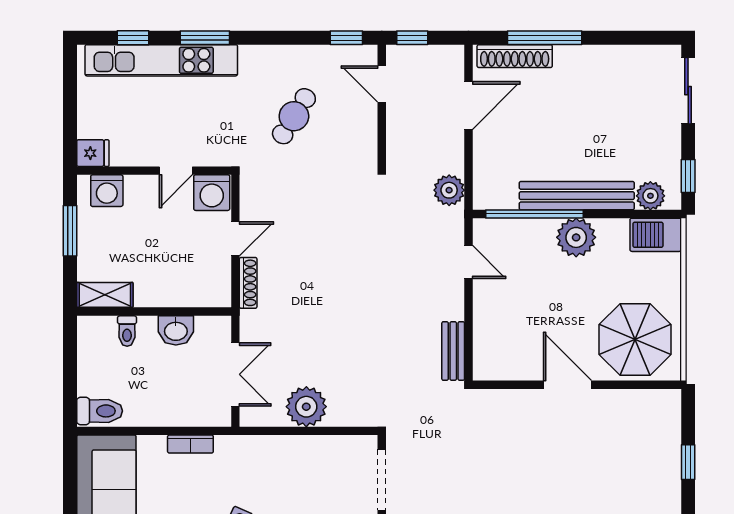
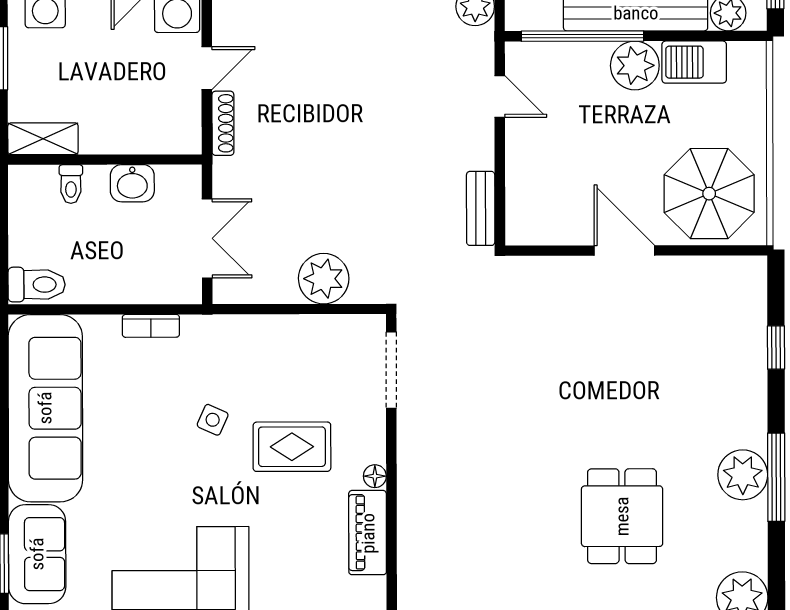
barbecue: (656, 235) -> (694, 62), moved
plant: (306, 407) -> (324, 279), moved

